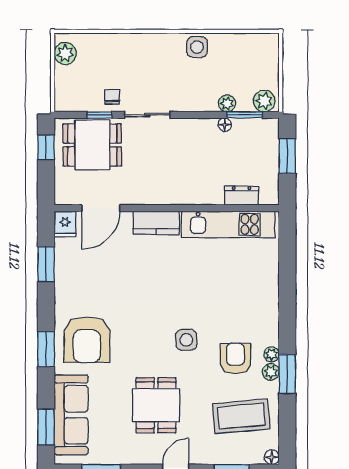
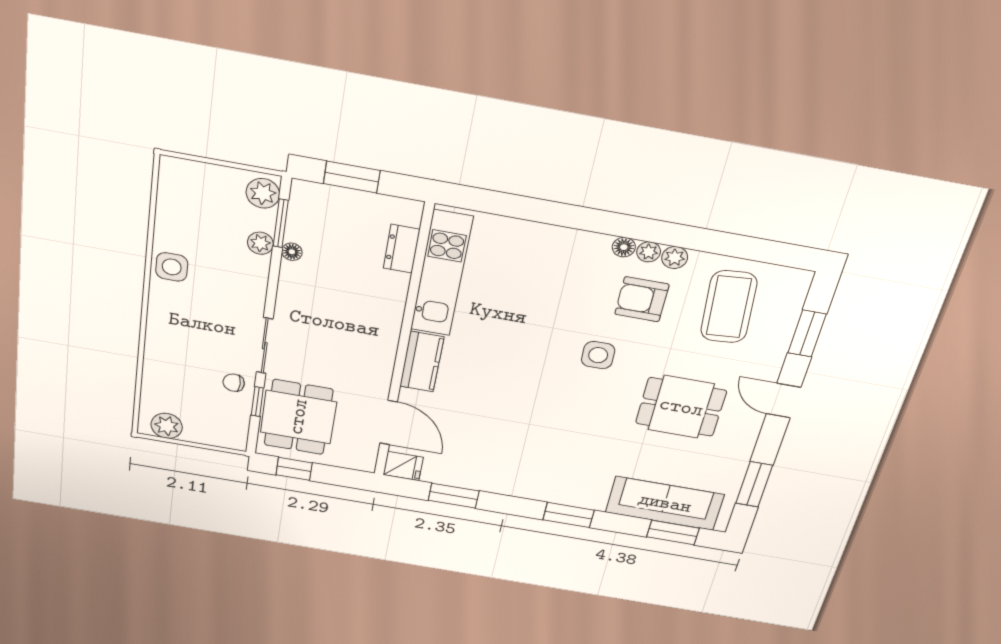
armchair: (87, 340) -> (567, 469), removed
window: (287, 374) -> (684, 236), removed
floor lamp: (272, 457) -> (624, 247), moved

